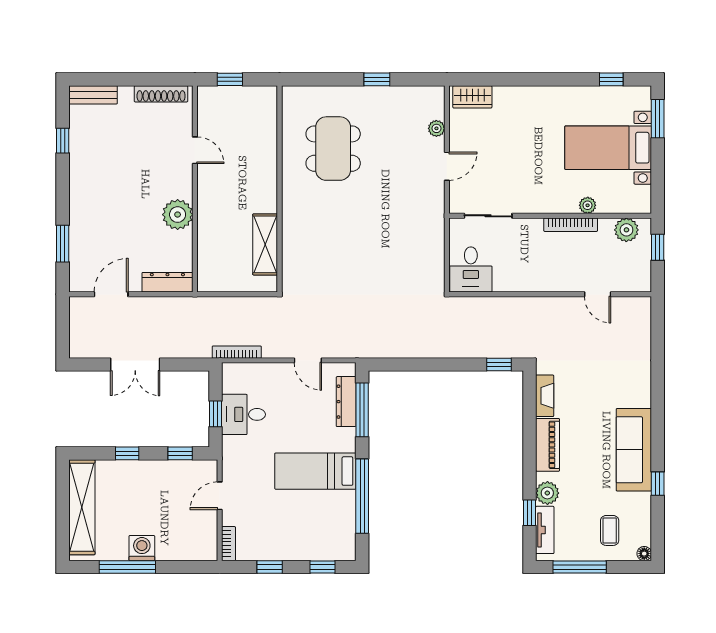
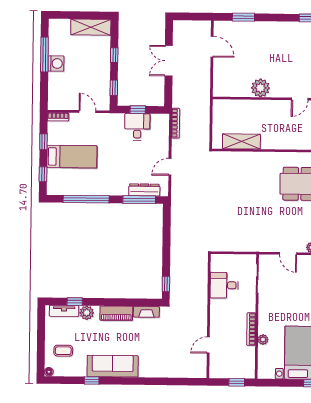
plant: (626, 230) -> (248, 363), removed
desk: (471, 269) -> (224, 285), moved
dresser: (167, 282) -> (219, 81), removed
bed: (315, 471) -> (72, 157), moved, turned 90
shelving: (82, 507) -> (91, 27), width x0.68
window: (580, 567) -> (41, 332), removed

